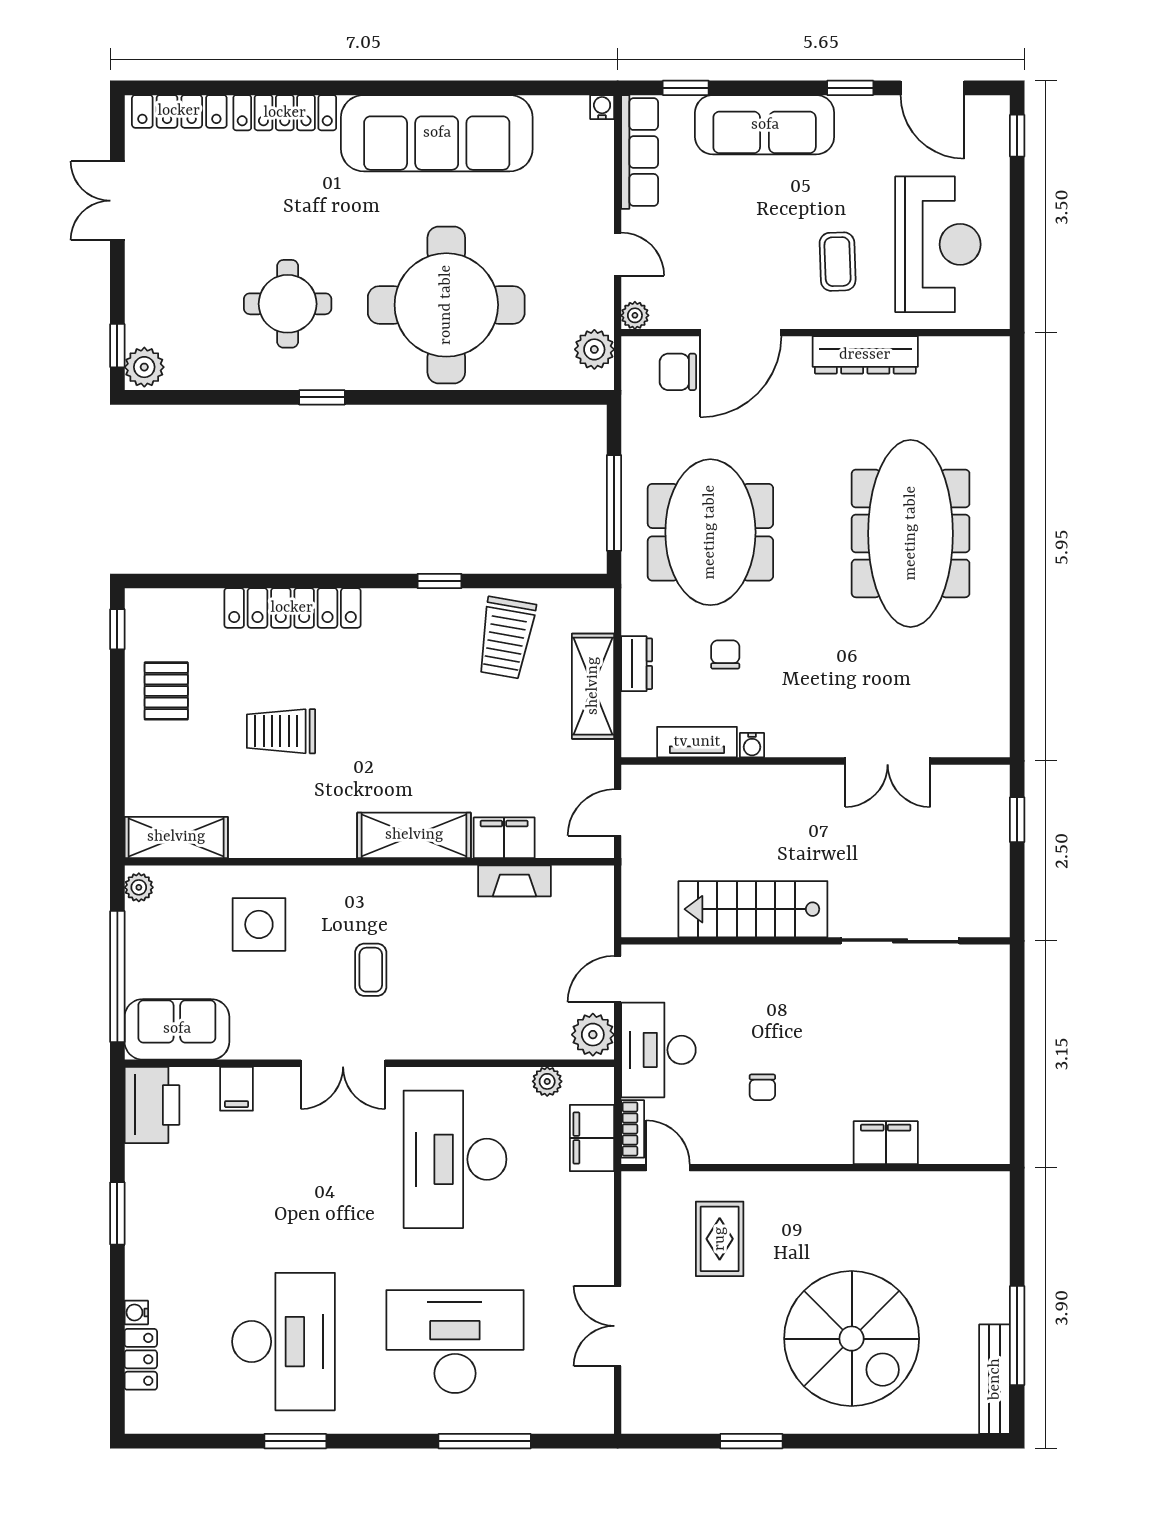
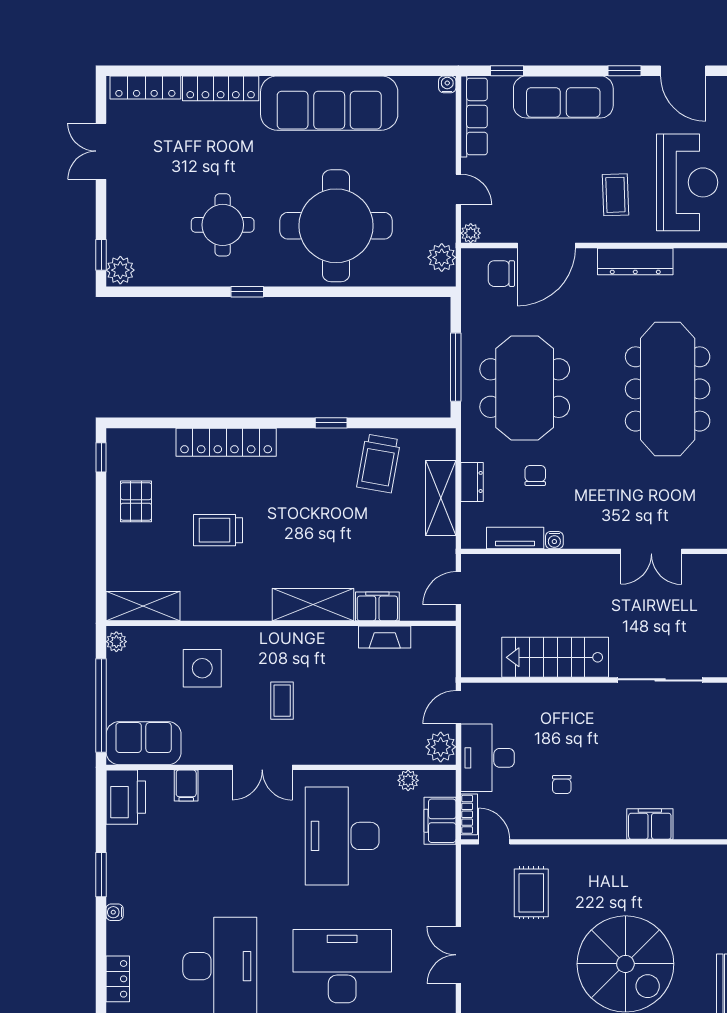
water cooler: (136, 1312) -> (115, 912), moved

